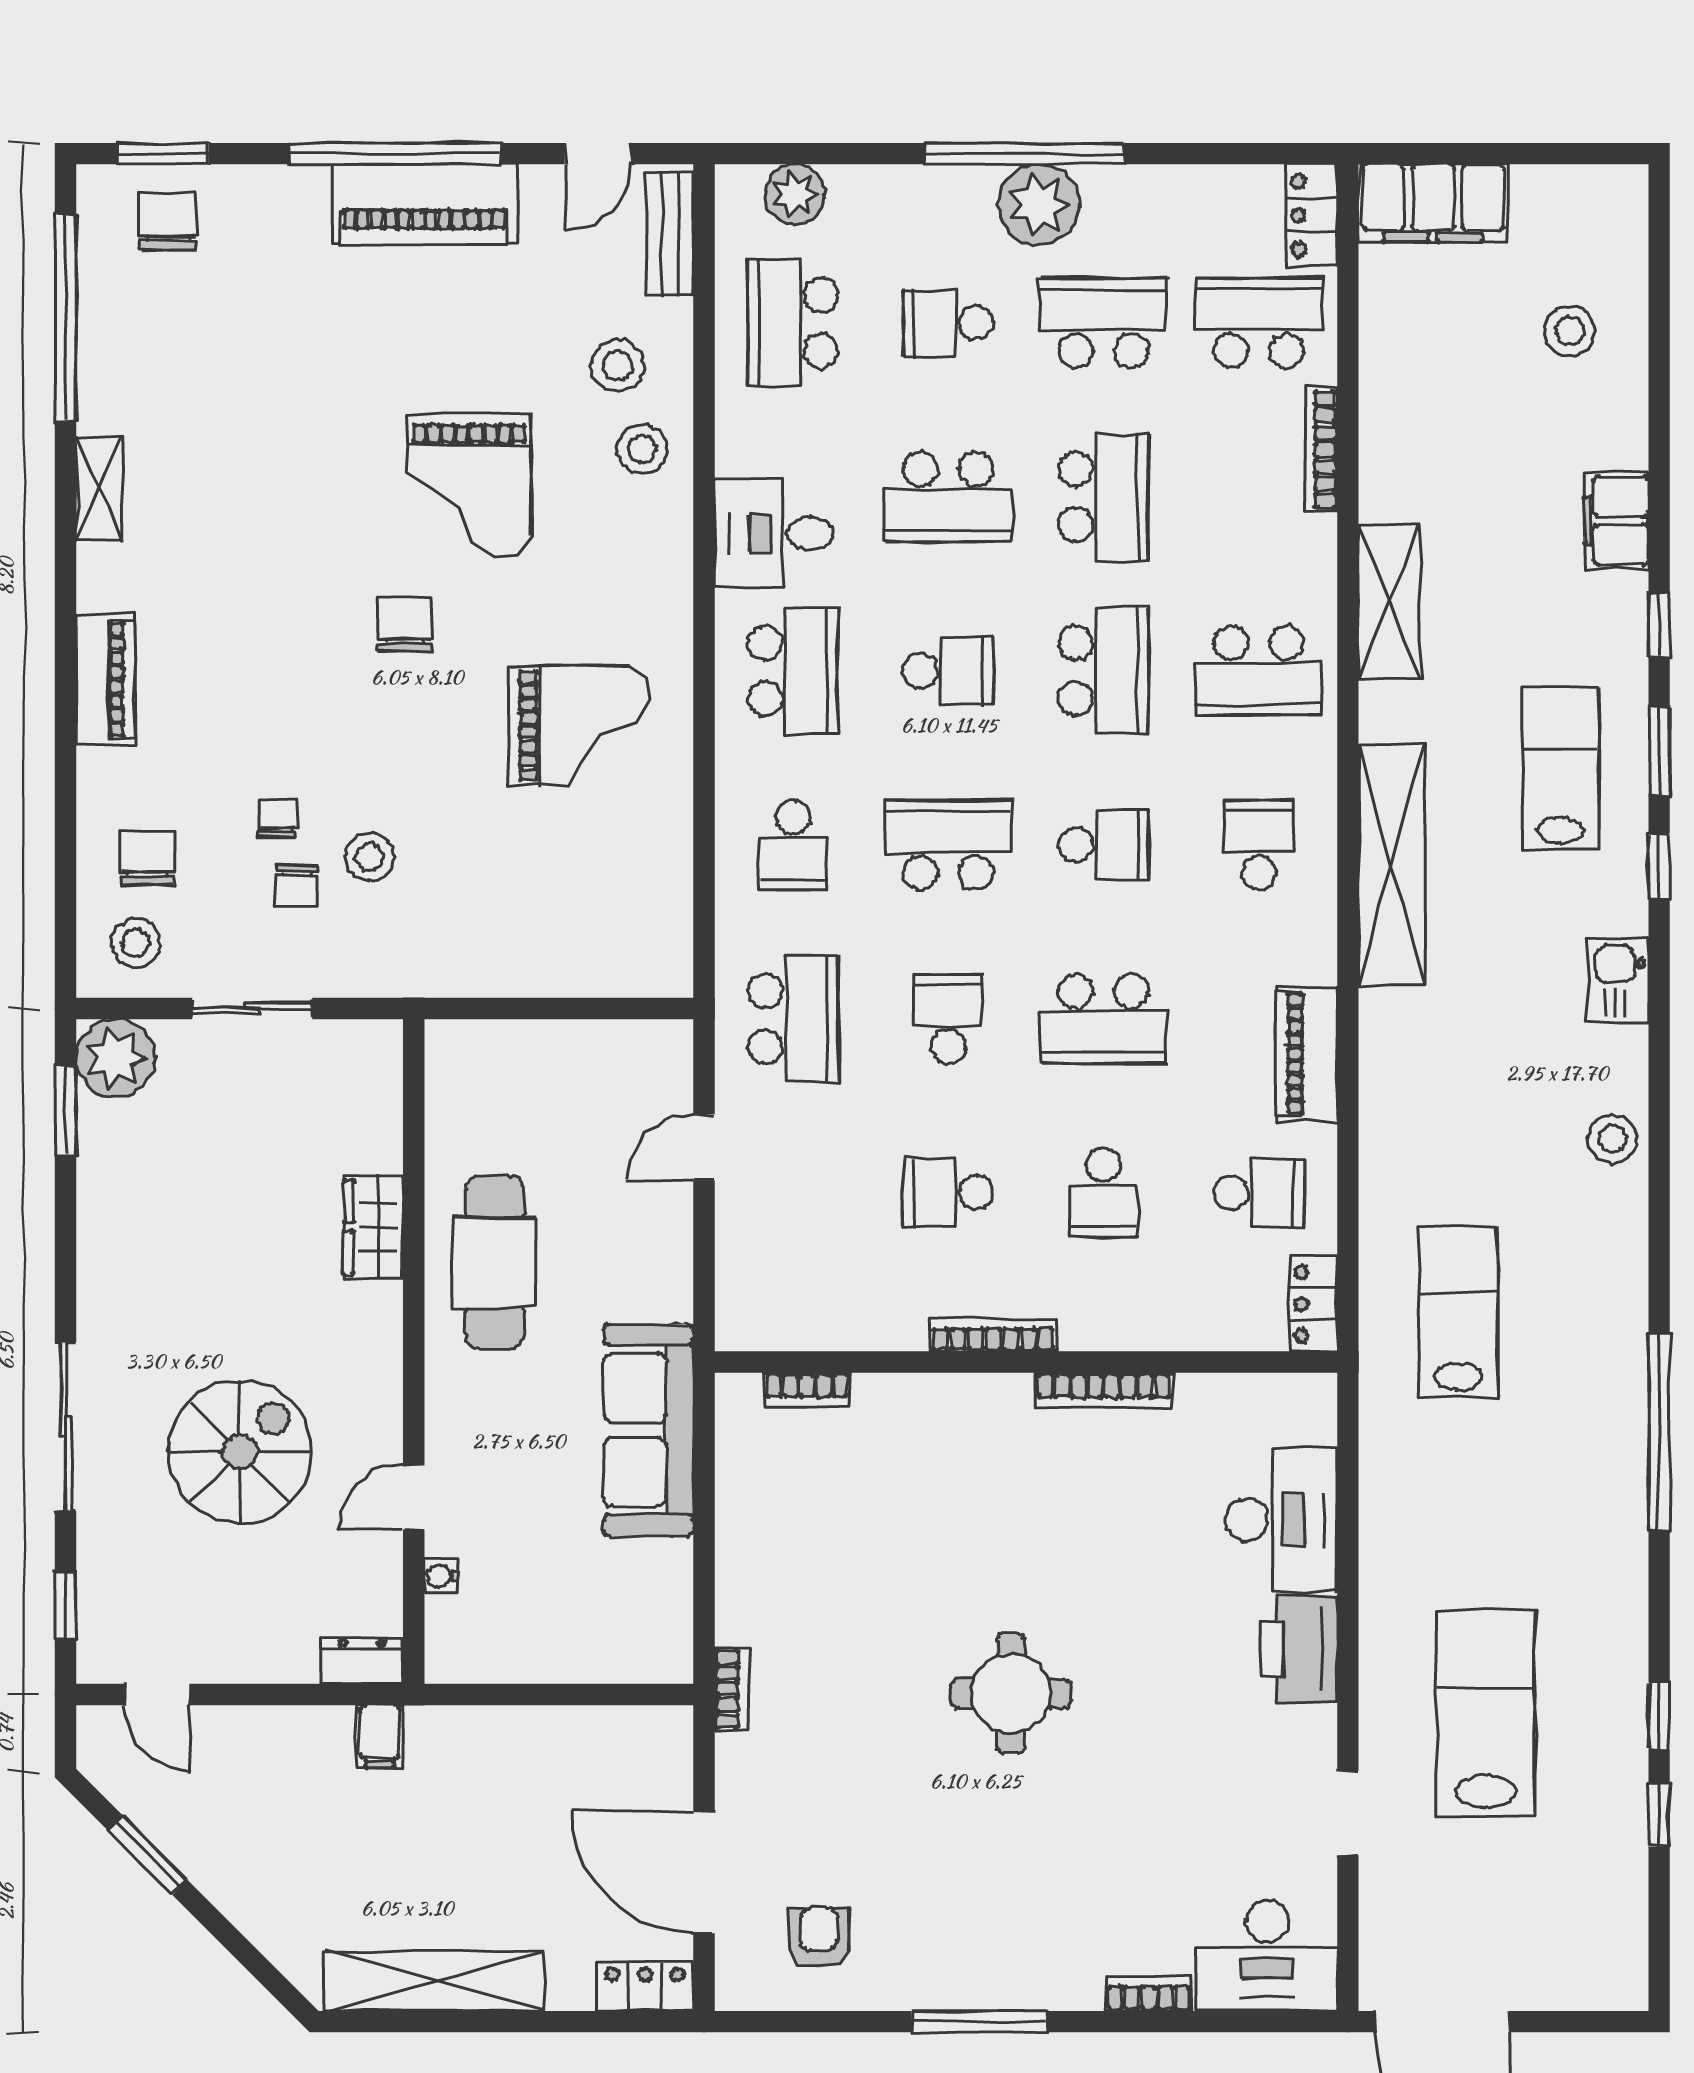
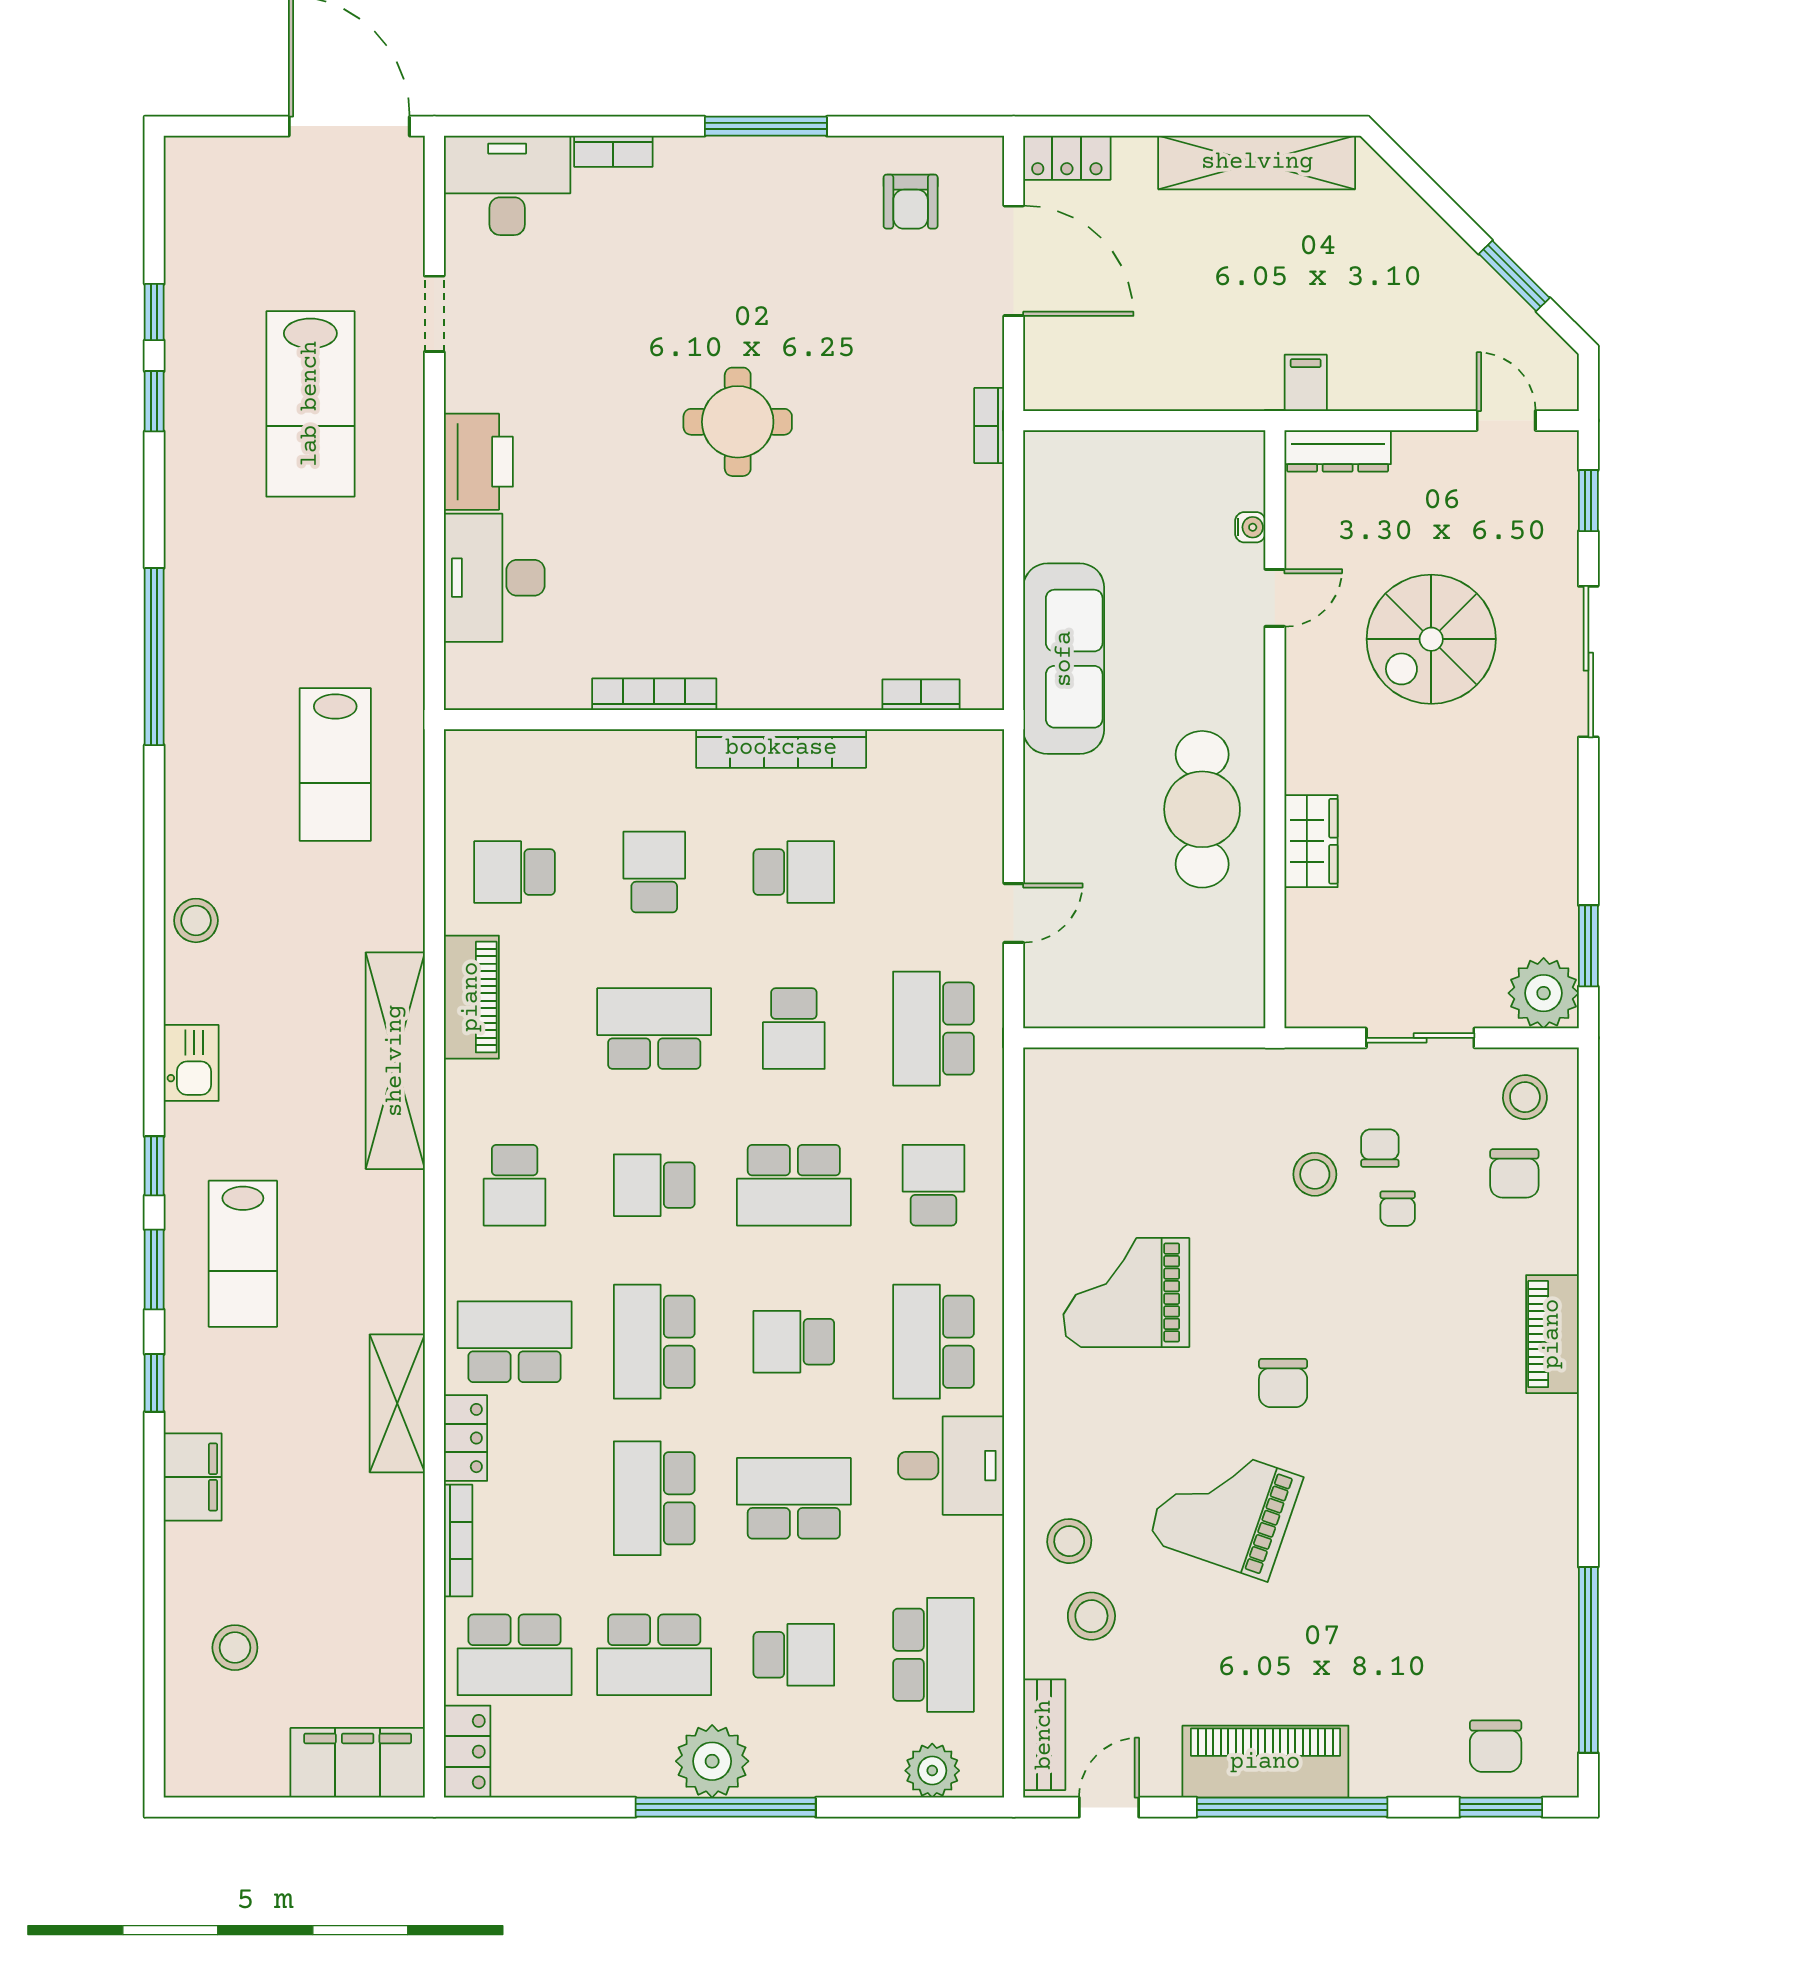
grand piano: (469, 485) -> (1225, 1509), turned -71
shelving: (99, 489) -> (1558, 1505), removed
shelving: (1391, 865) -> (395, 1061), moved
locker: (1313, 1304) -> (466, 1438), moved
bookcase: (993, 1335) -> (781, 748), width x1.48, depth x1.31
dresser: (362, 1661) -> (1338, 451), width x1.44

